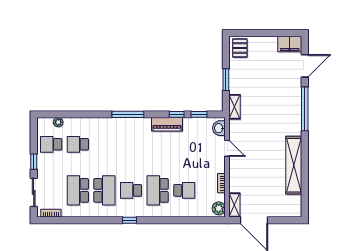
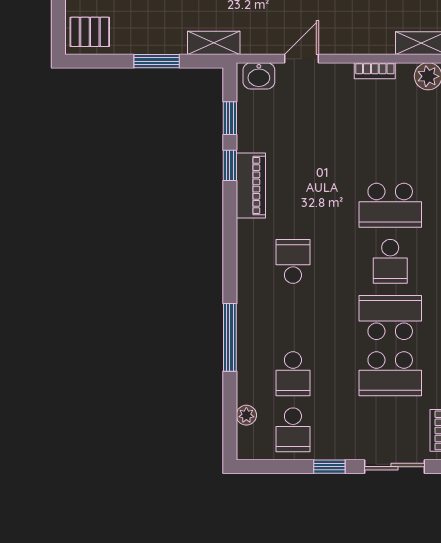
window: (128, 114) -> (230, 337), moved
school desk: (184, 190) -> (293, 261), moved

